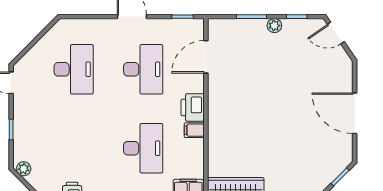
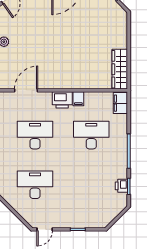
door: (206, 57) -> (26, 90), swing flipped
plant: (24, 169) -> (106, 220), removed

